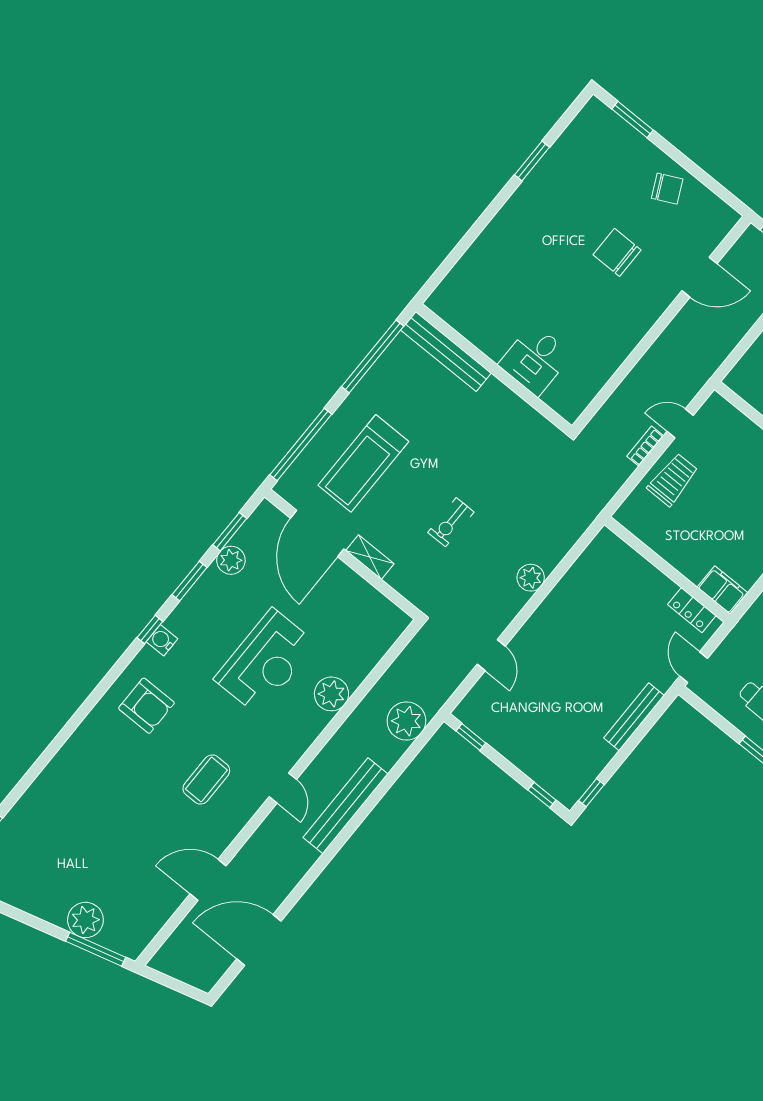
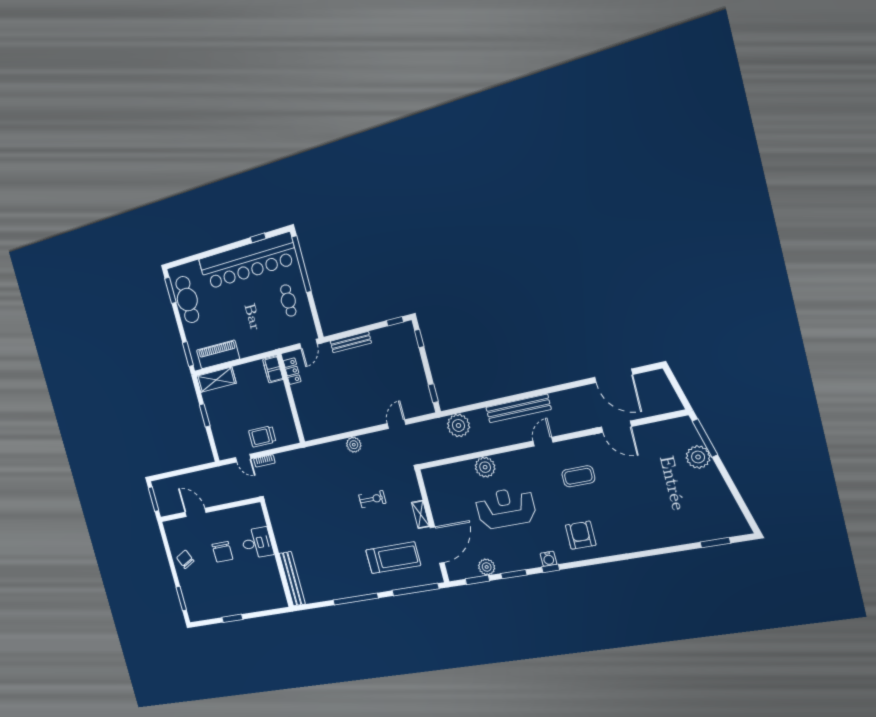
bench: (446, 351) -> (292, 579), moved
desk: (535, 360) -> (257, 543), moved
wall: (494, 369) -> (277, 554), moved

